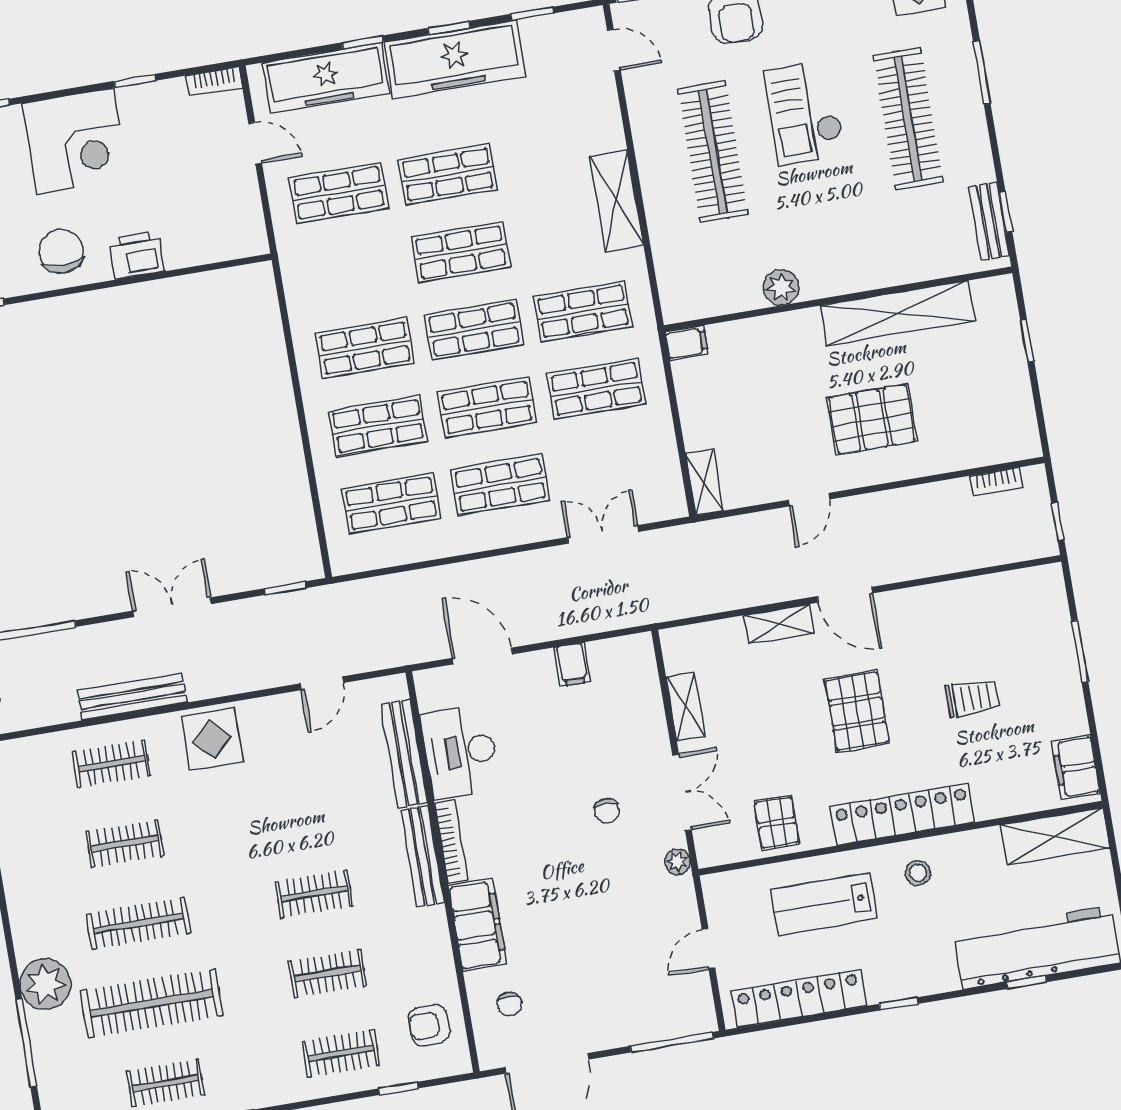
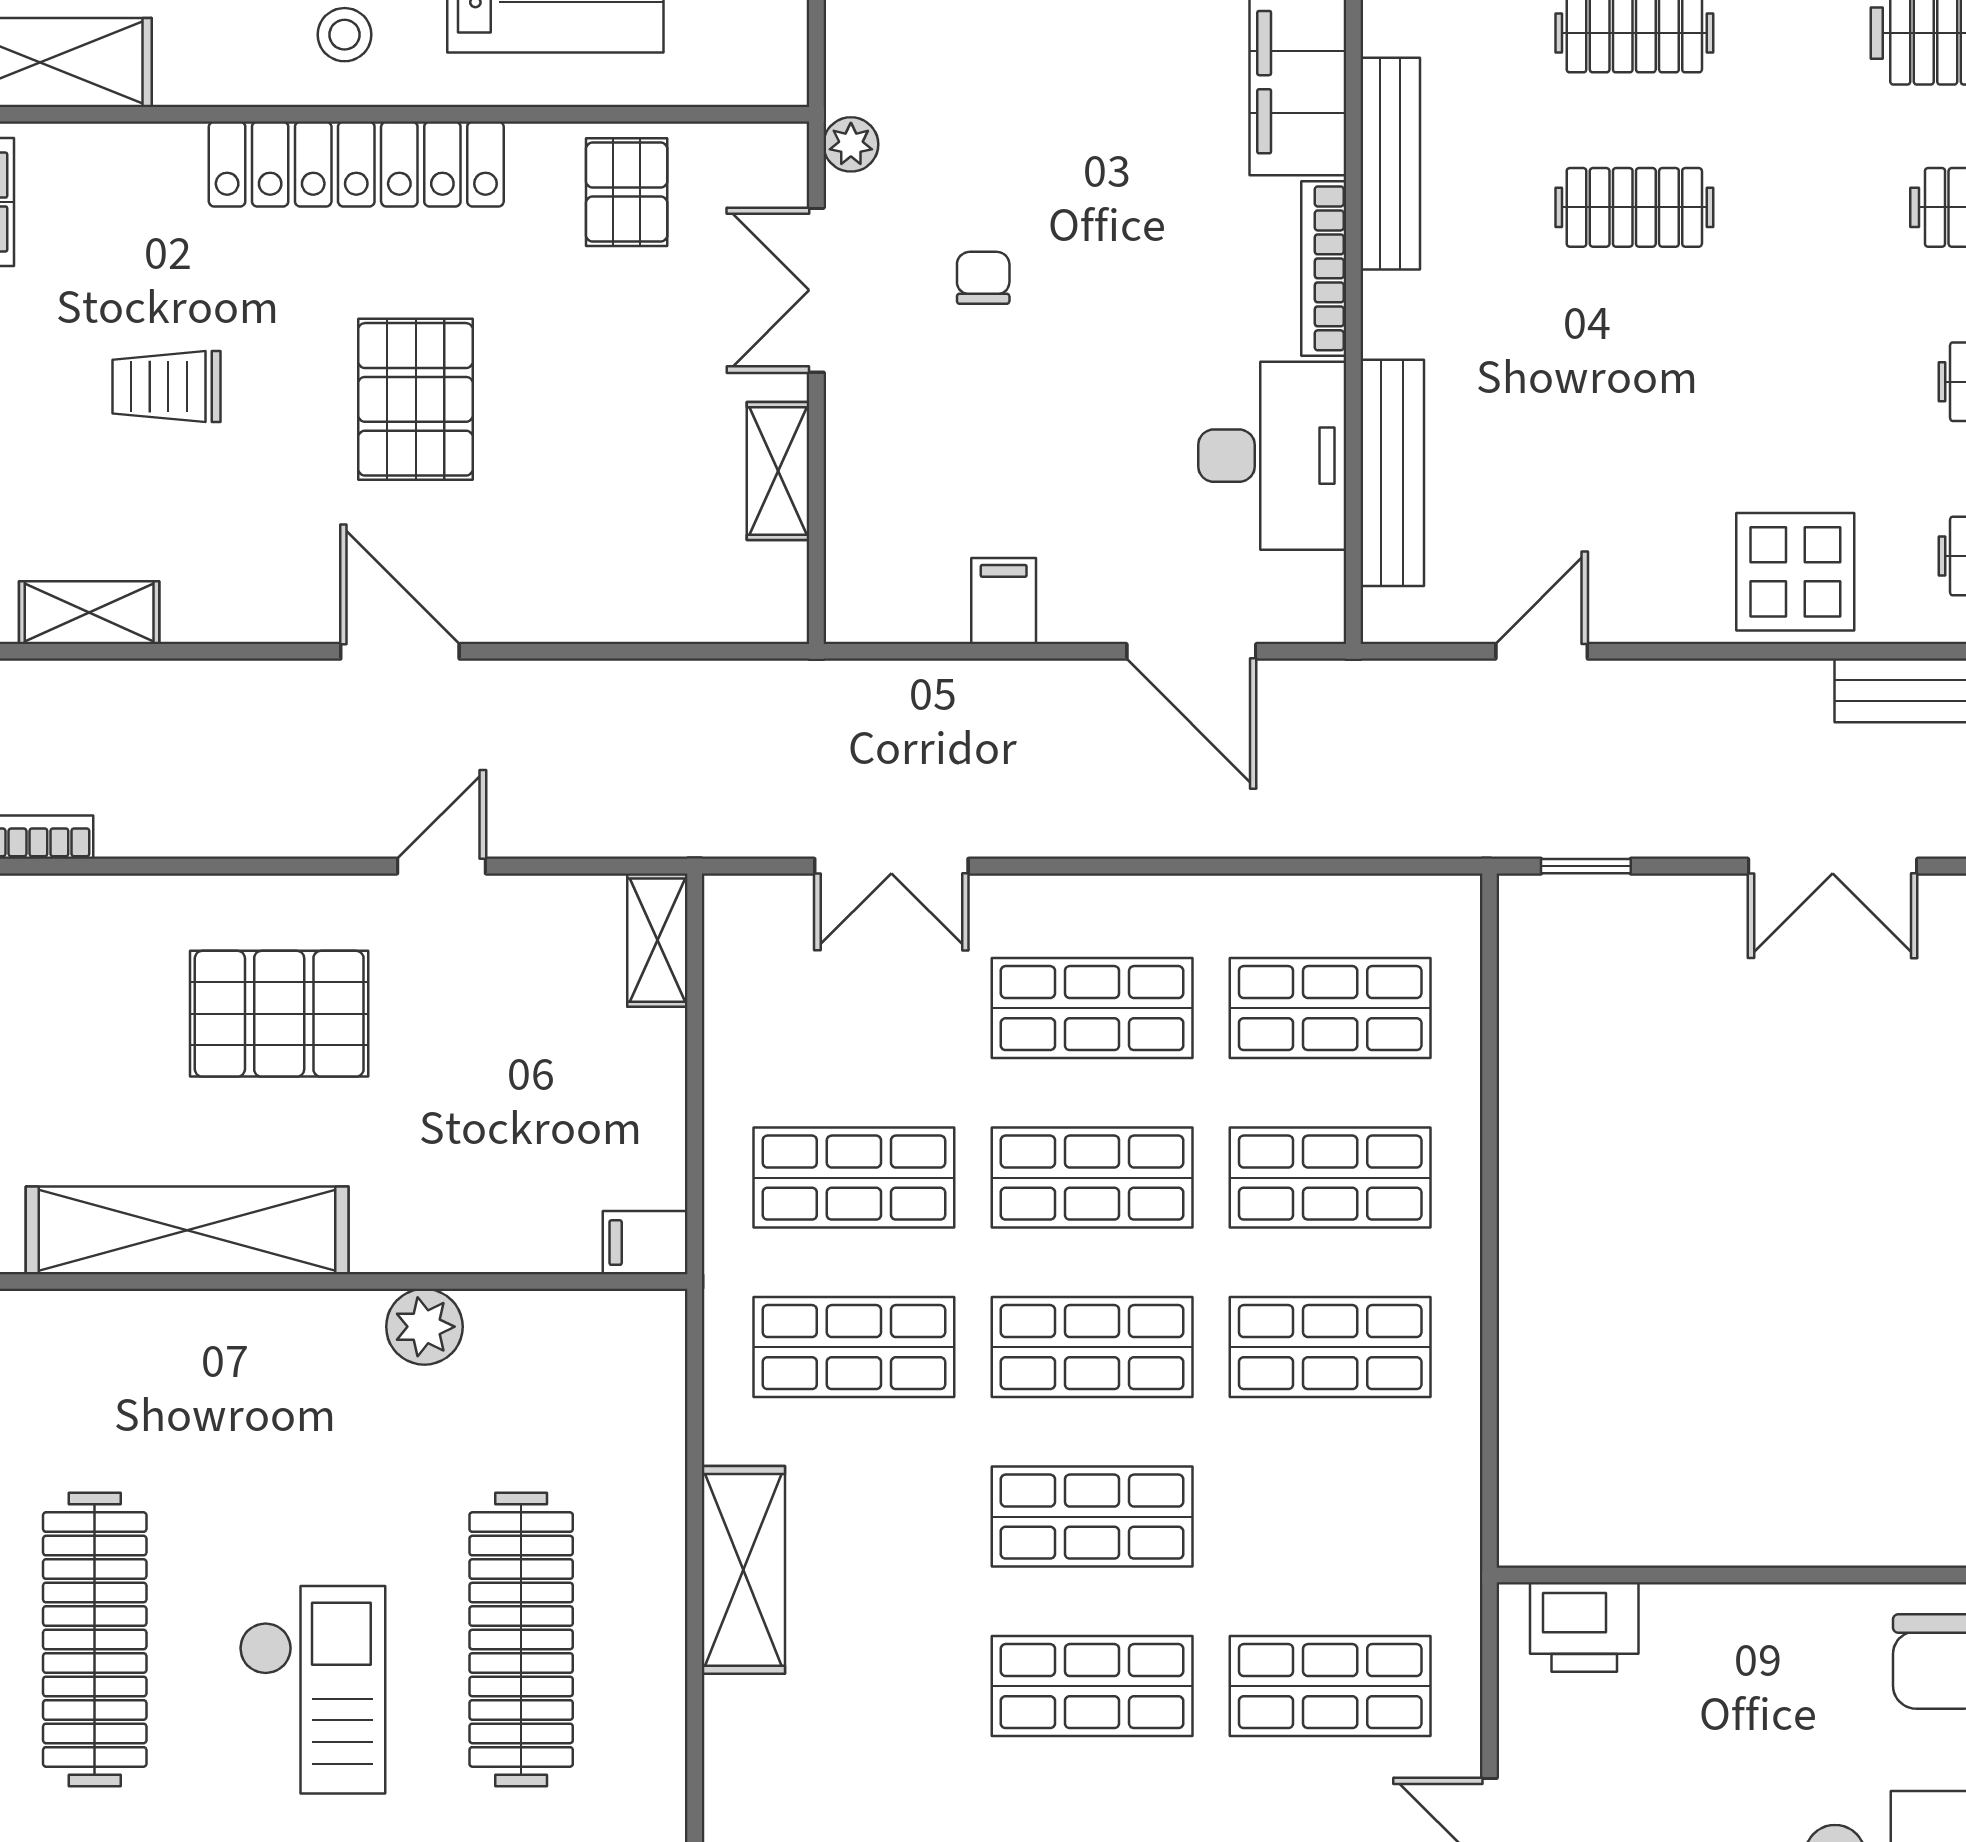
printer: (137, 255) -> (1584, 1627), moved
shelving: (779, 624) -> (89, 613), moved
bench: (423, 856) -> (1390, 164), moved

